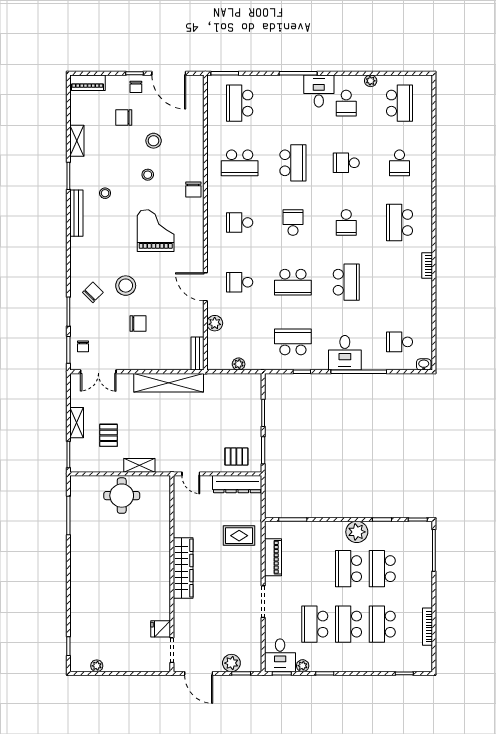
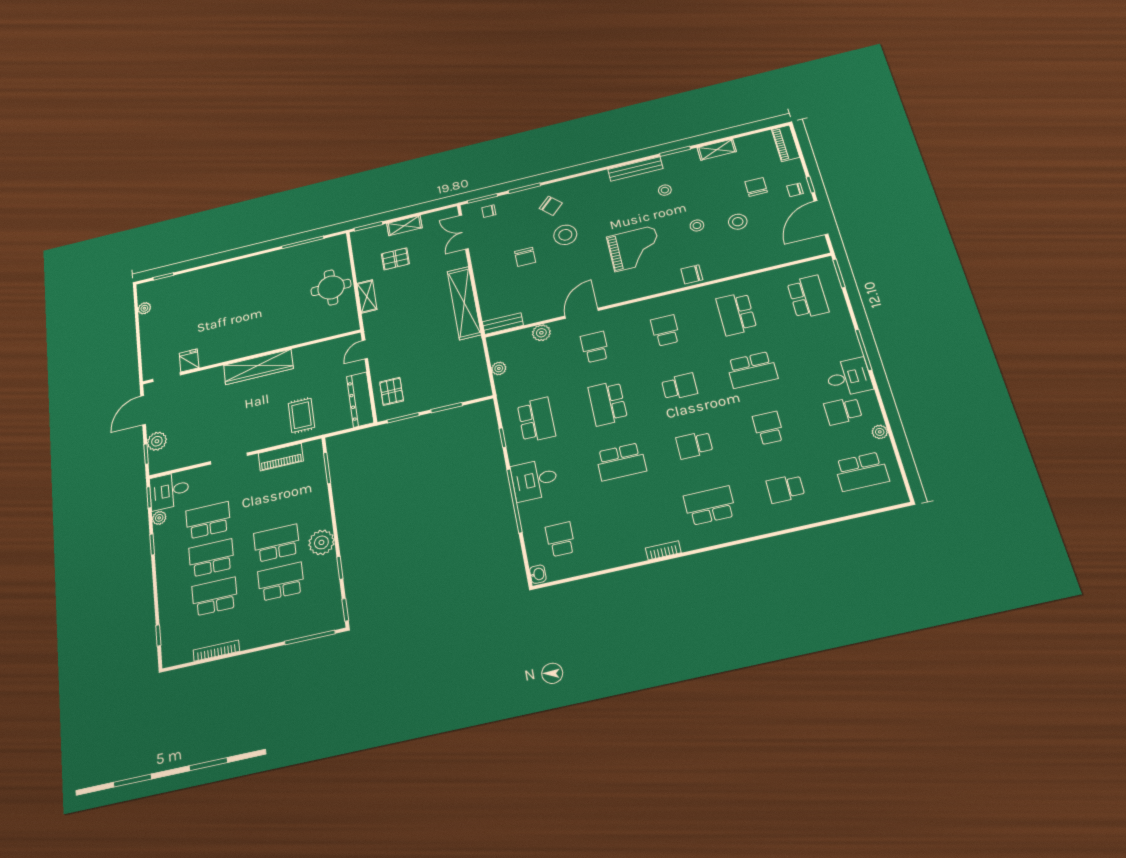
school desk: (240, 103) -> (808, 297), turned 90

